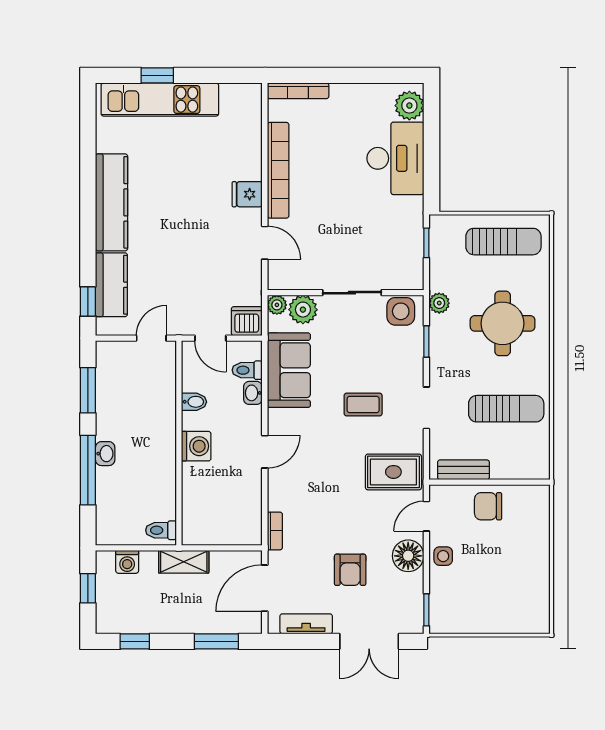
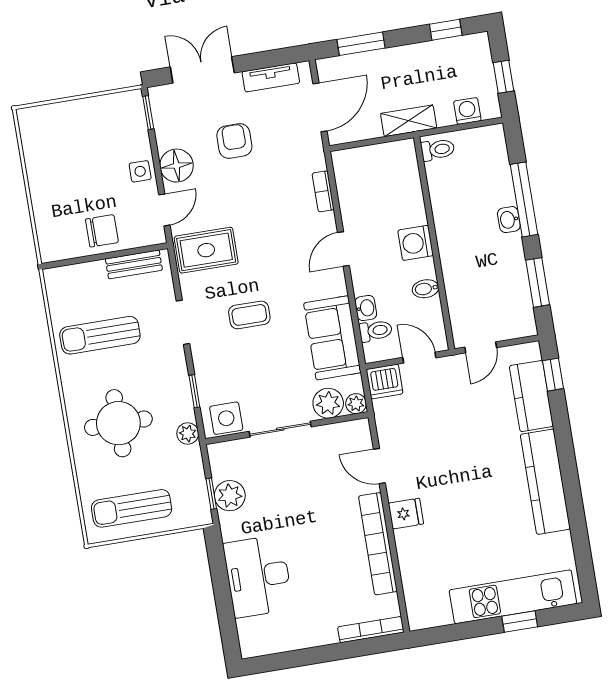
plant: (409, 106) -> (230, 496), moved
bookcase: (275, 531) -> (323, 191), moved

